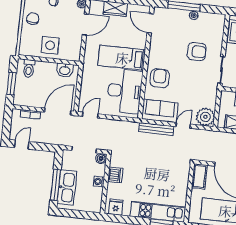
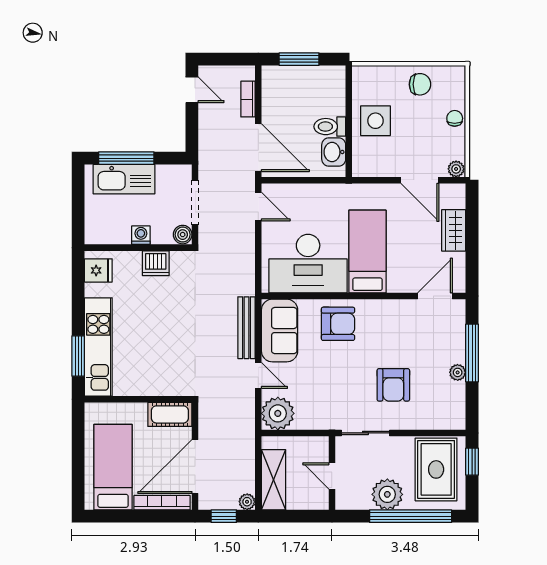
toilet: (29, 68) -> (330, 127), moved

